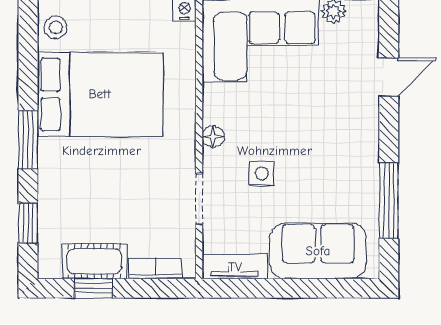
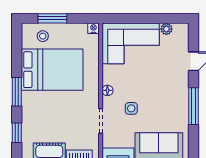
stool: (56, 27) -> (43, 36), moved
window: (389, 201) -> (193, 106), moved

